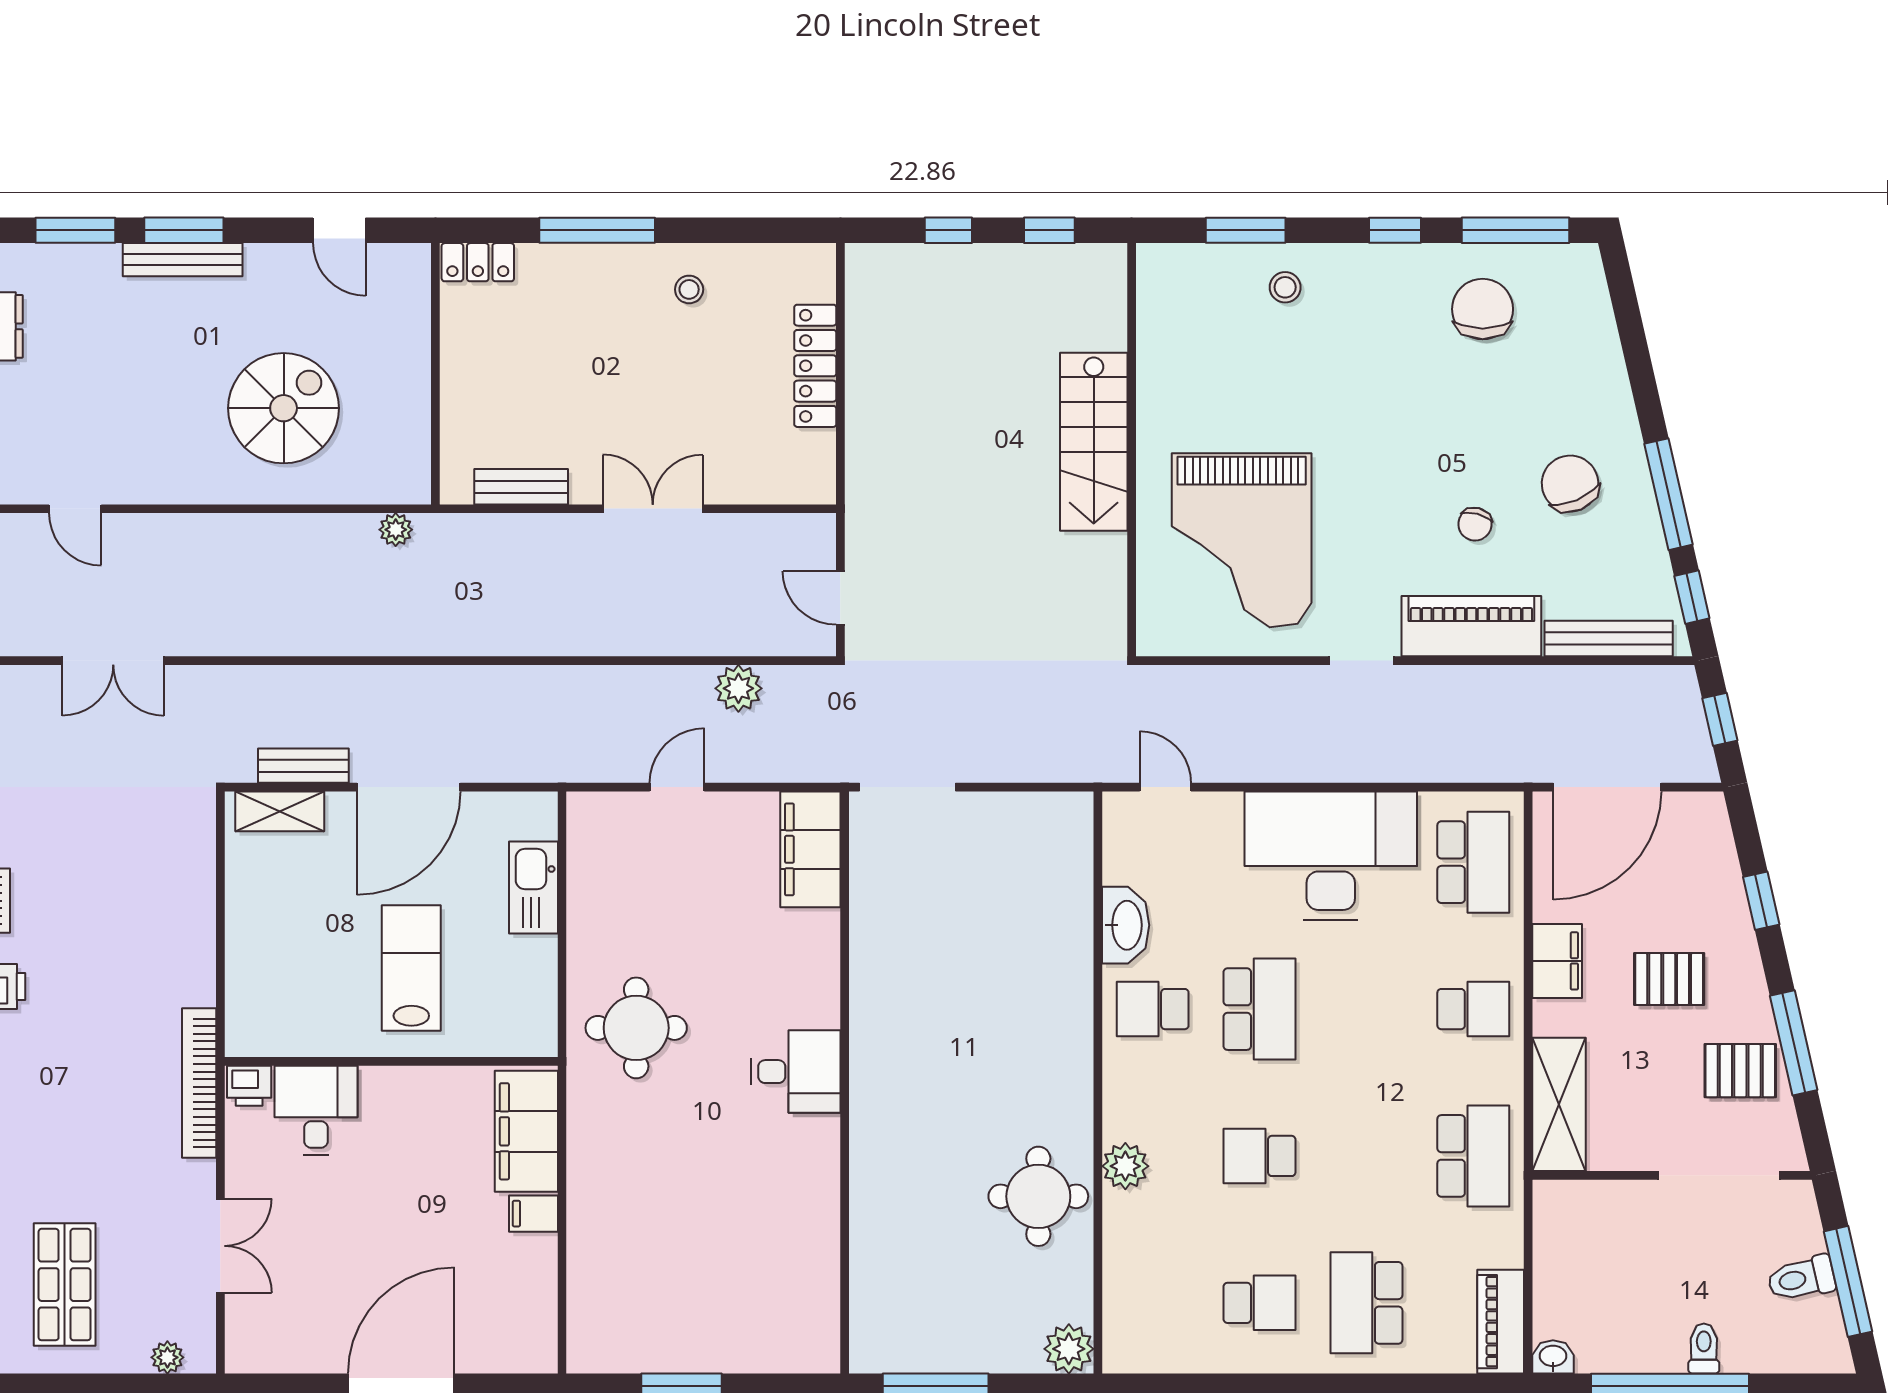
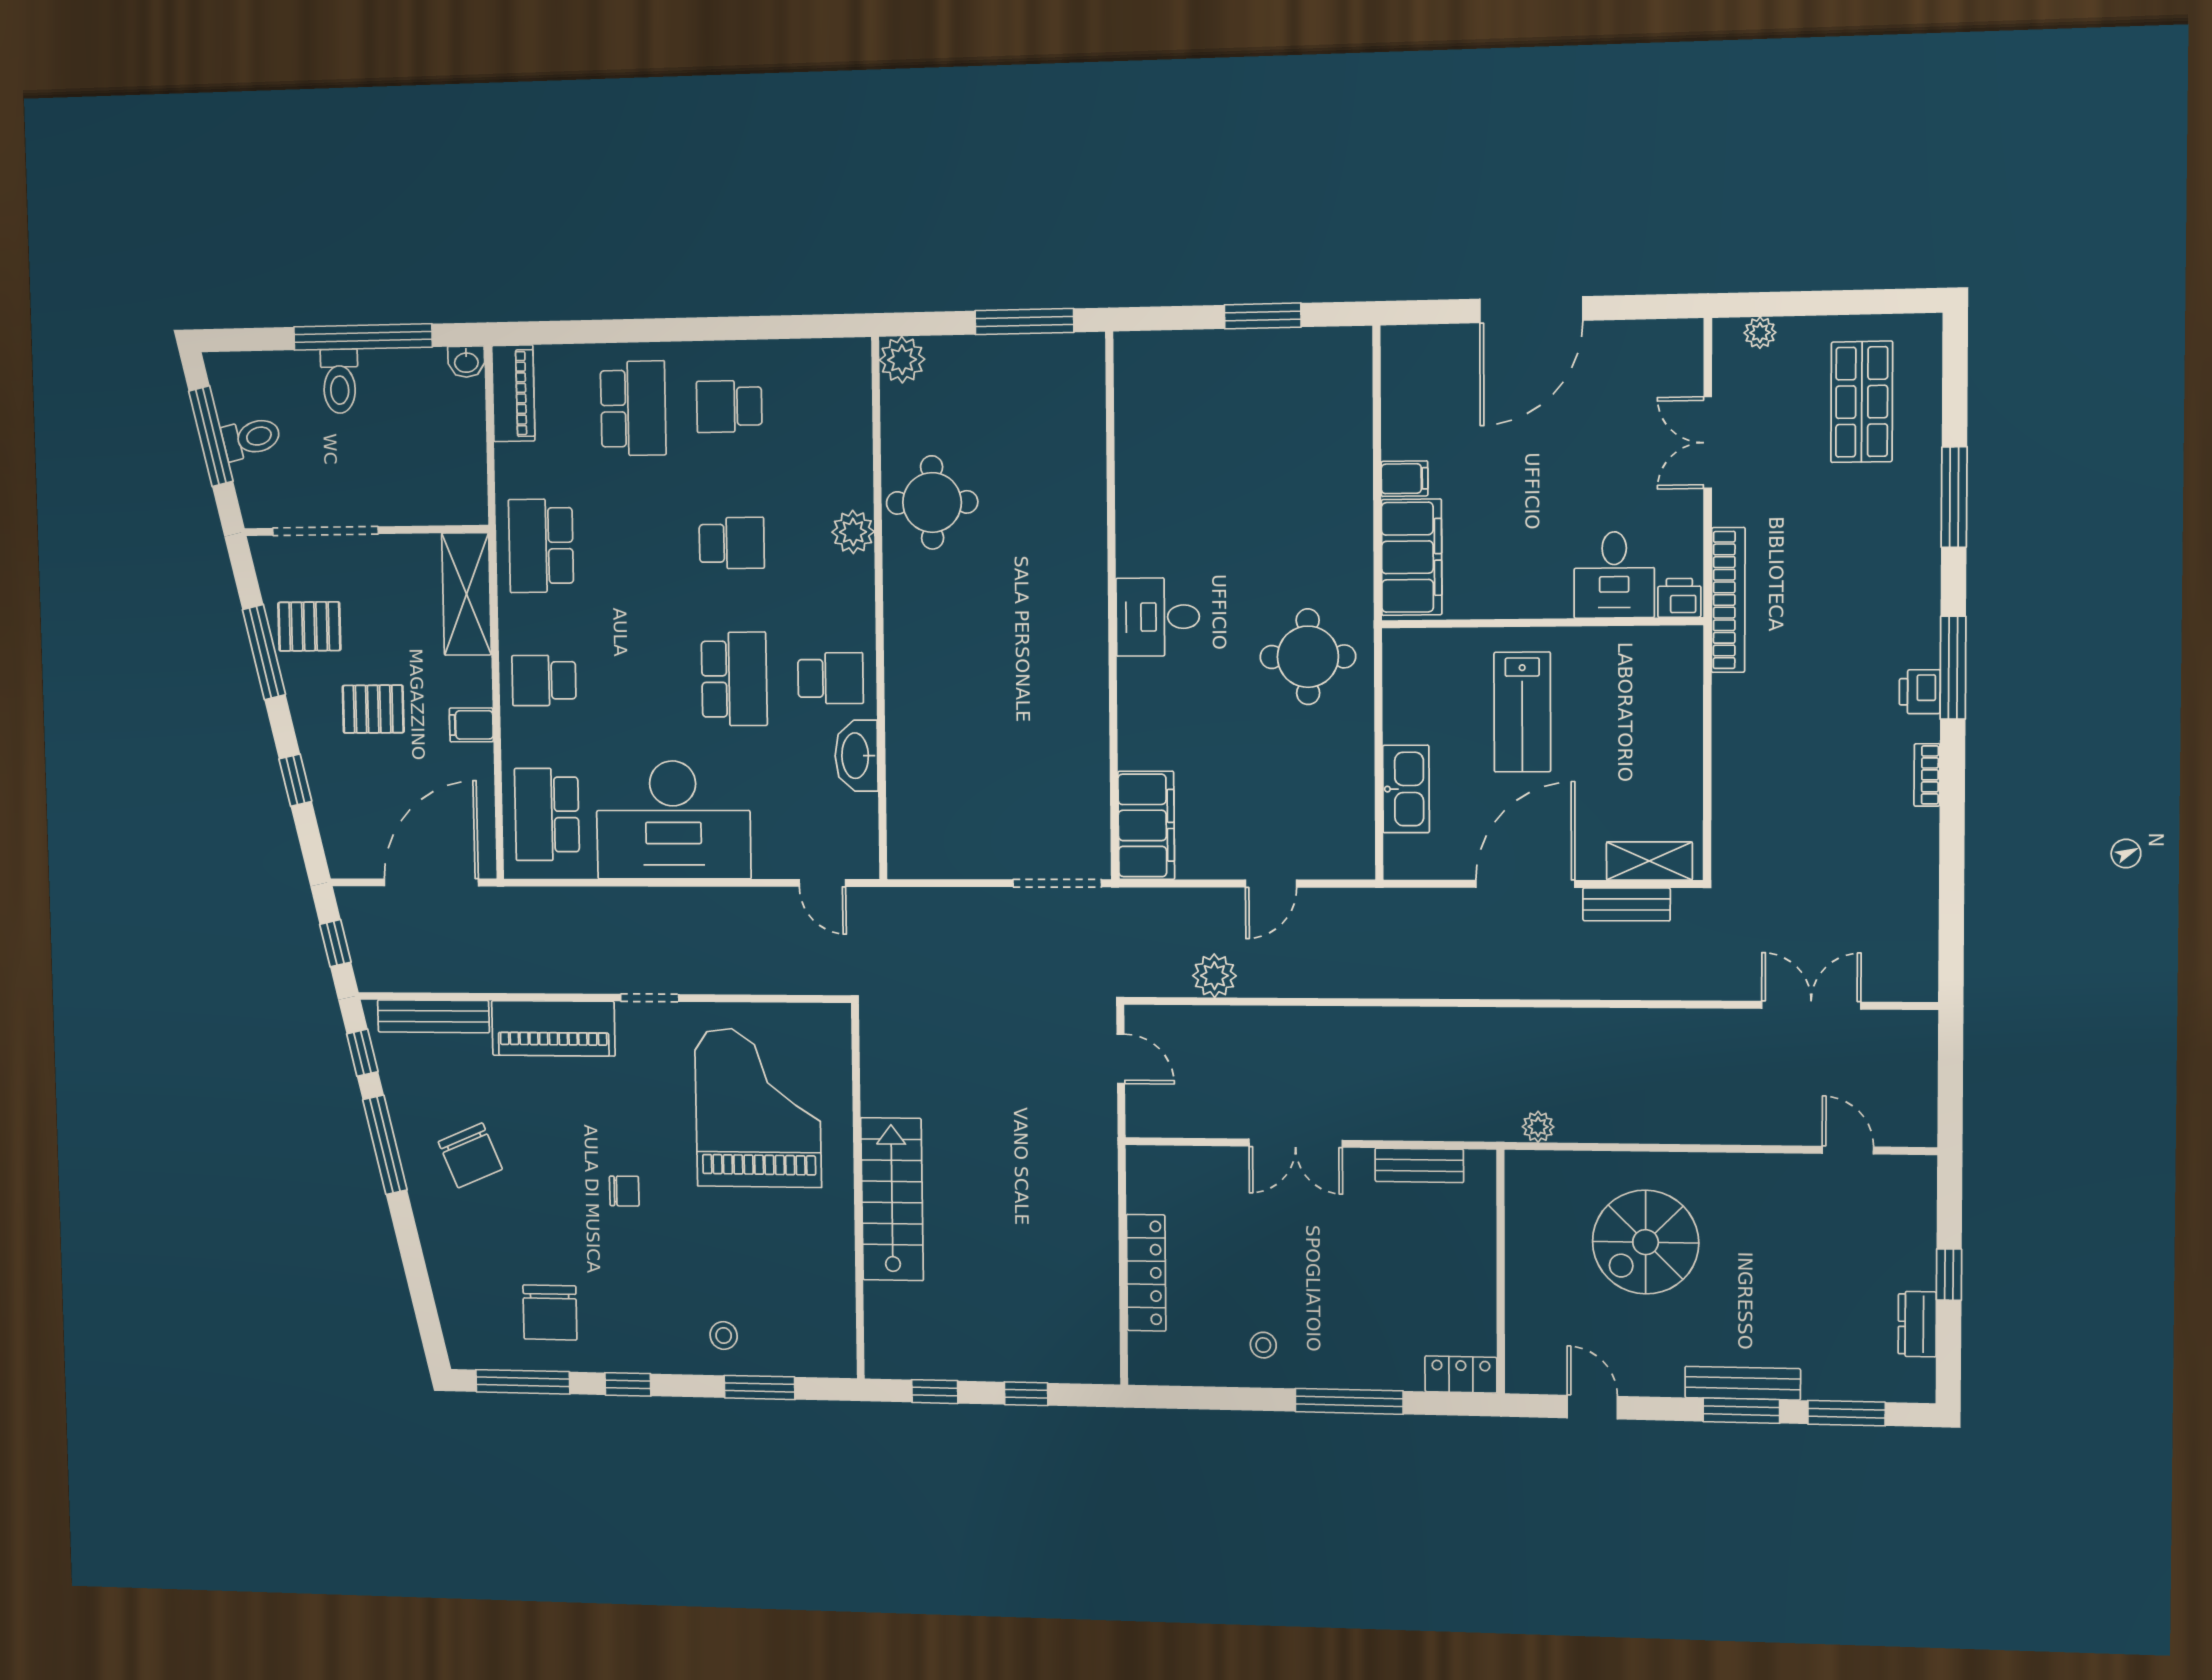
chair: (1475, 524) -> (624, 1191), moved, turned 75
filing cabinet: (1557, 961) -> (471, 725), width x0.50
school desk: (1260, 1009) -> (734, 679), turned 180
toilet: (1704, 1348) -> (339, 381), width x1.37, depth x1.39

